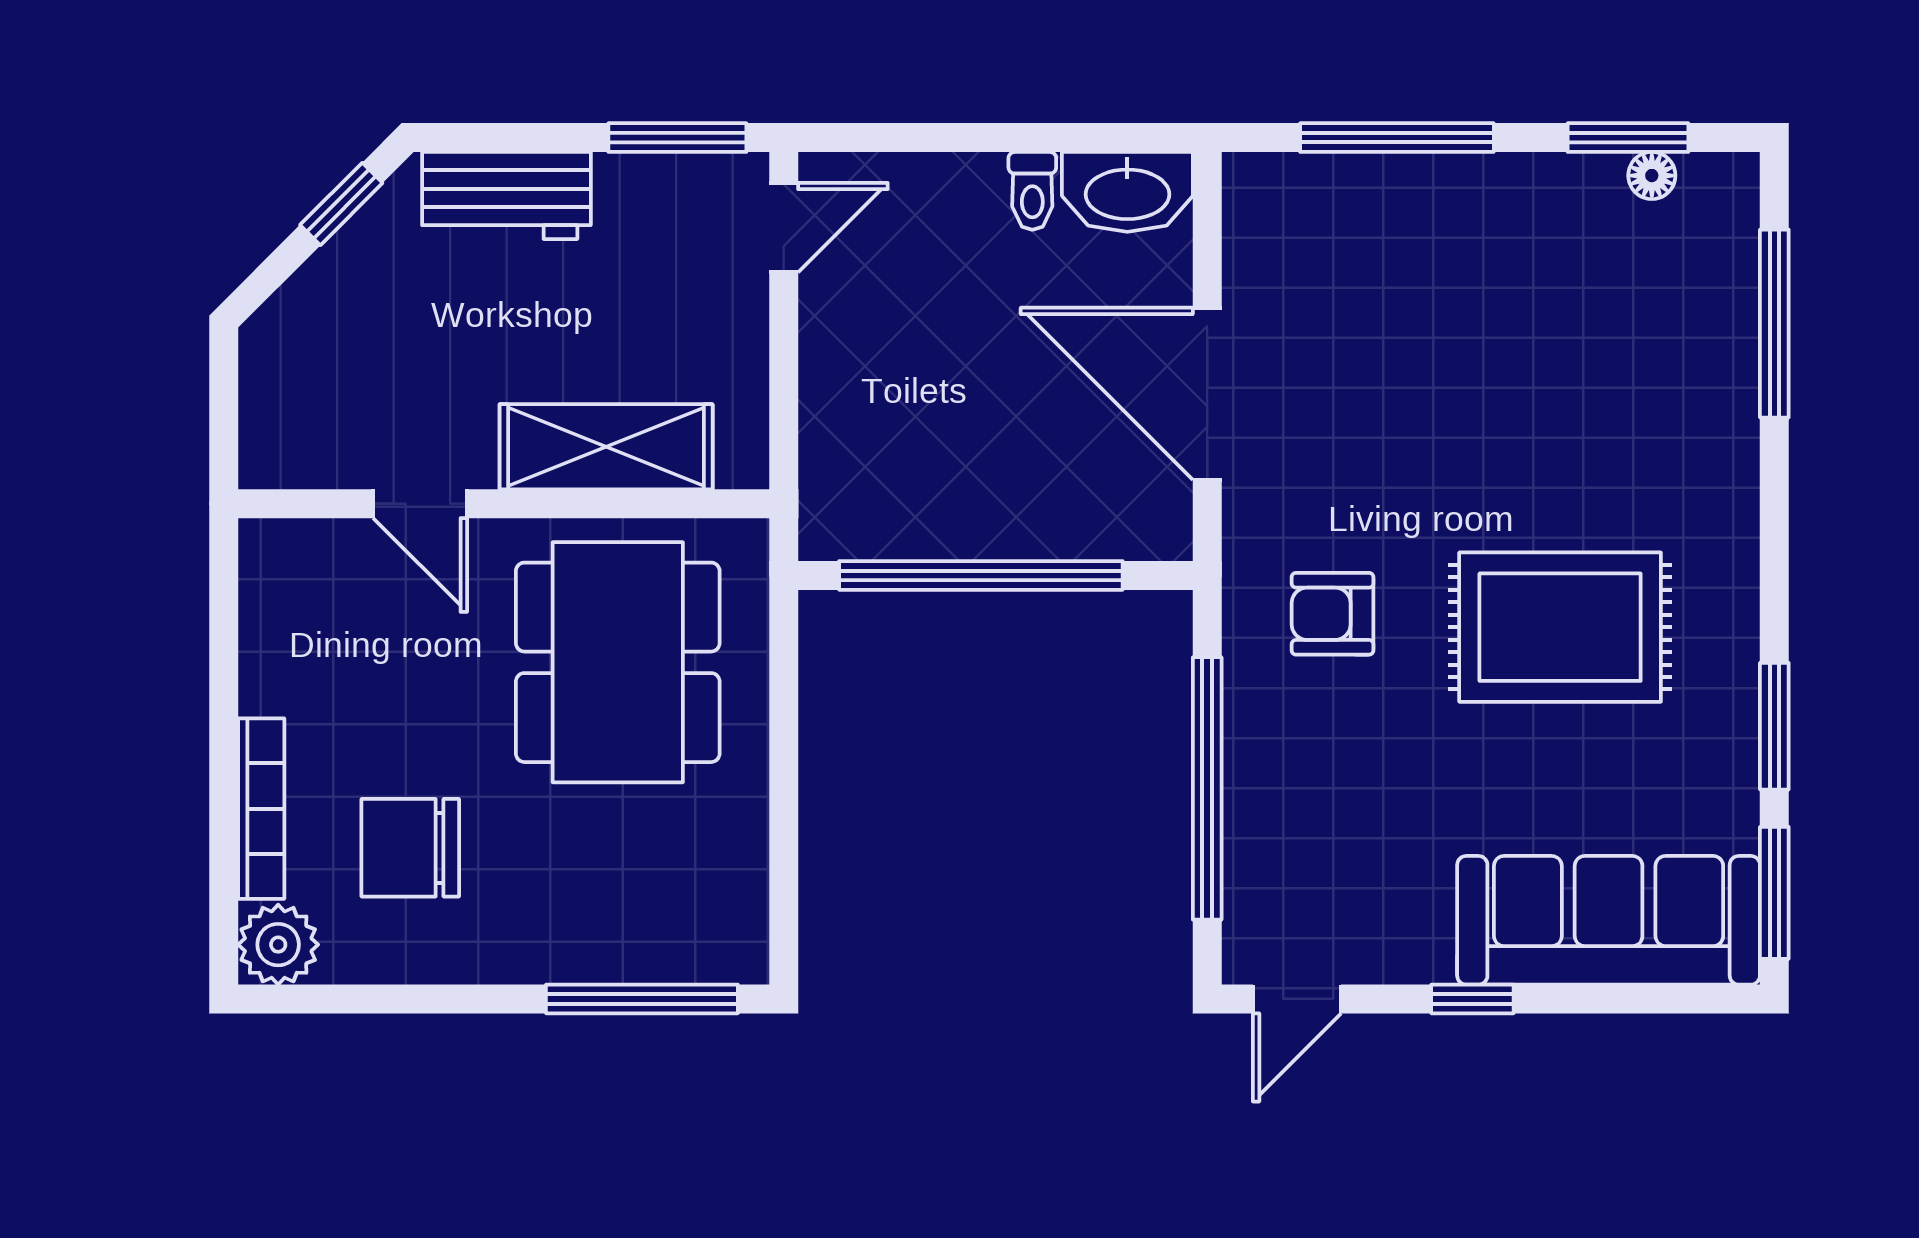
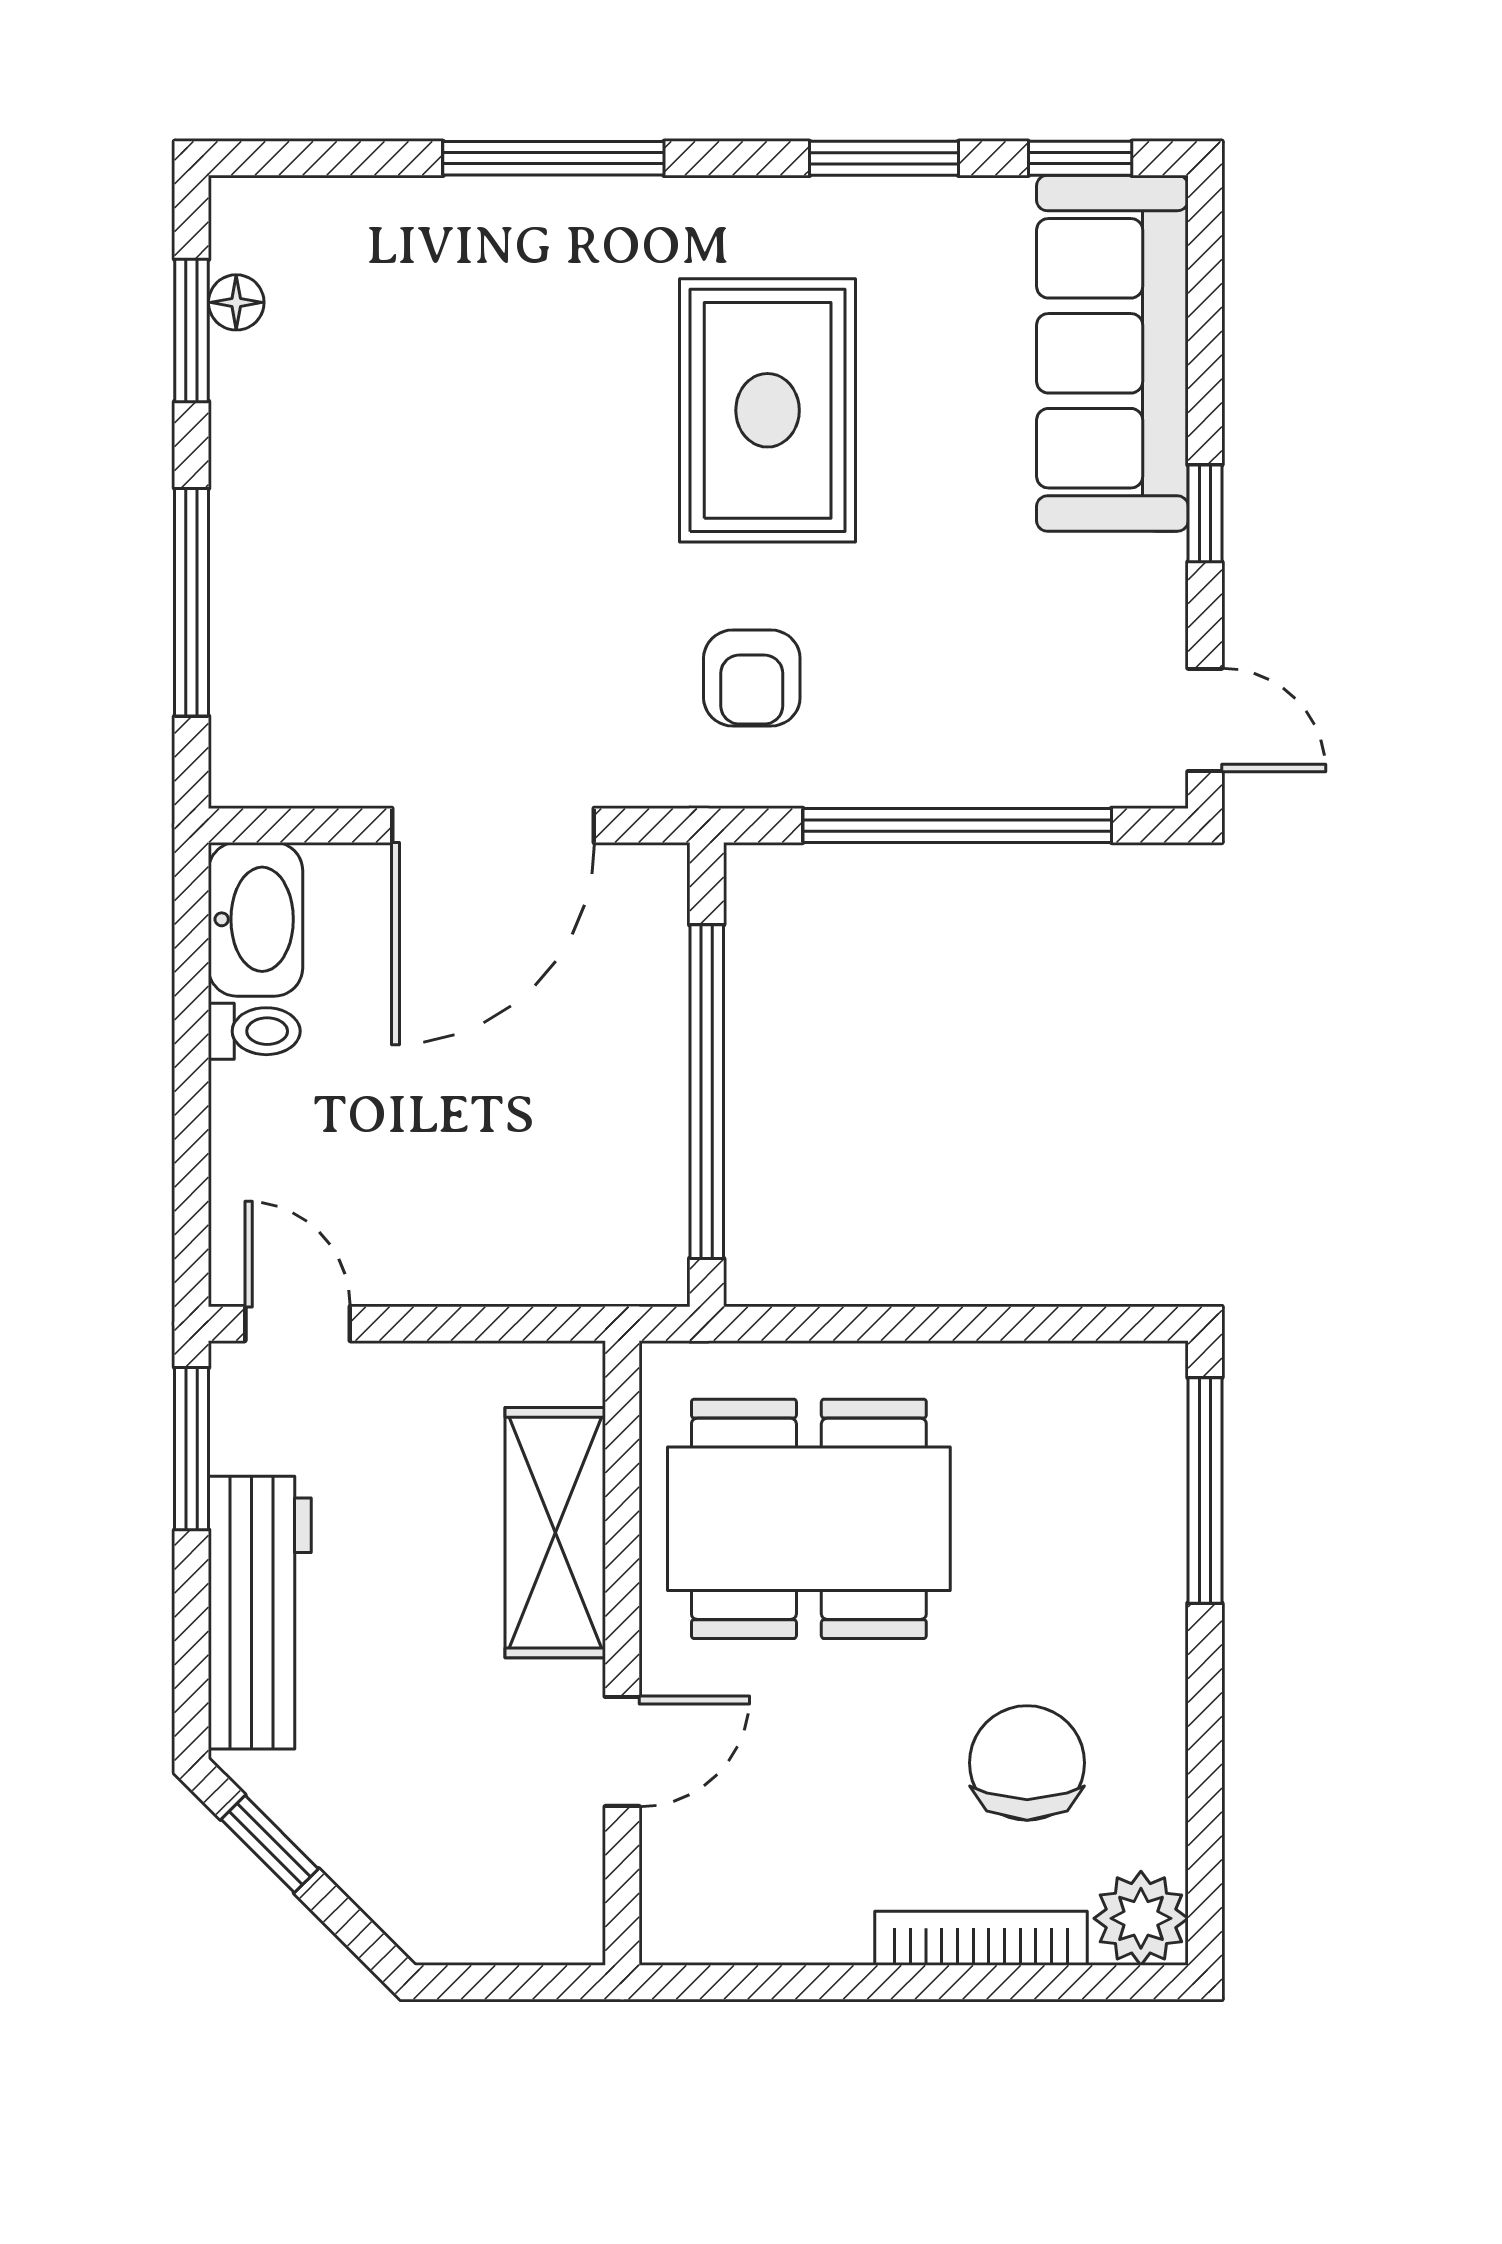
workbench: (506, 196) -> (260, 1613), width x1.38
window: (1774, 324) -> (553, 158), moved
chair: (410, 848) -> (1027, 1763), turned 180
window: (1774, 893) -> (1080, 158), width x0.67

